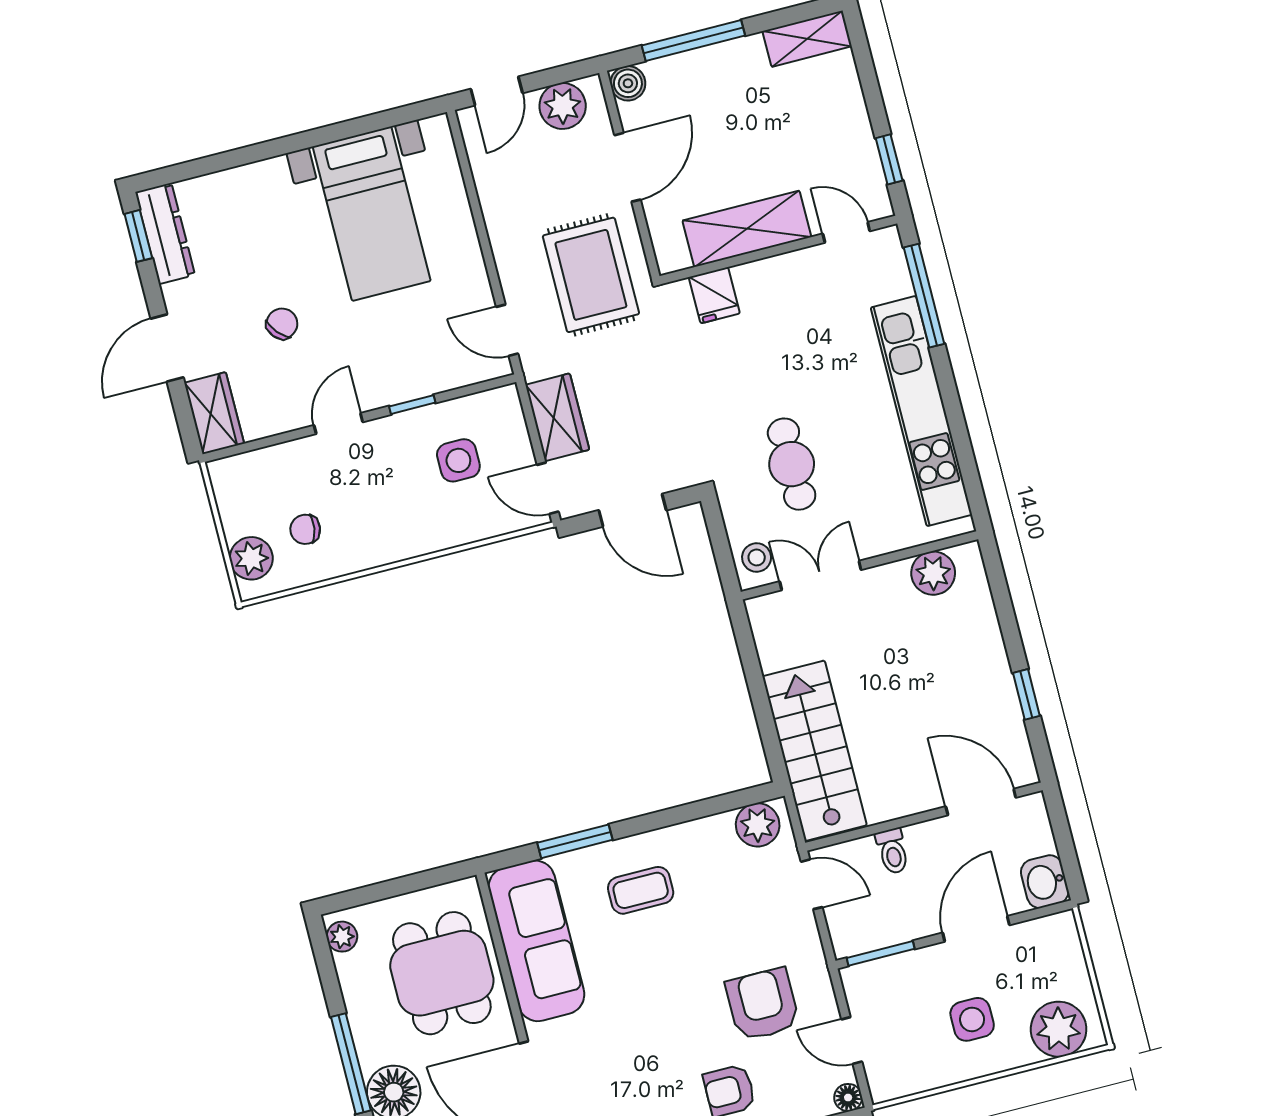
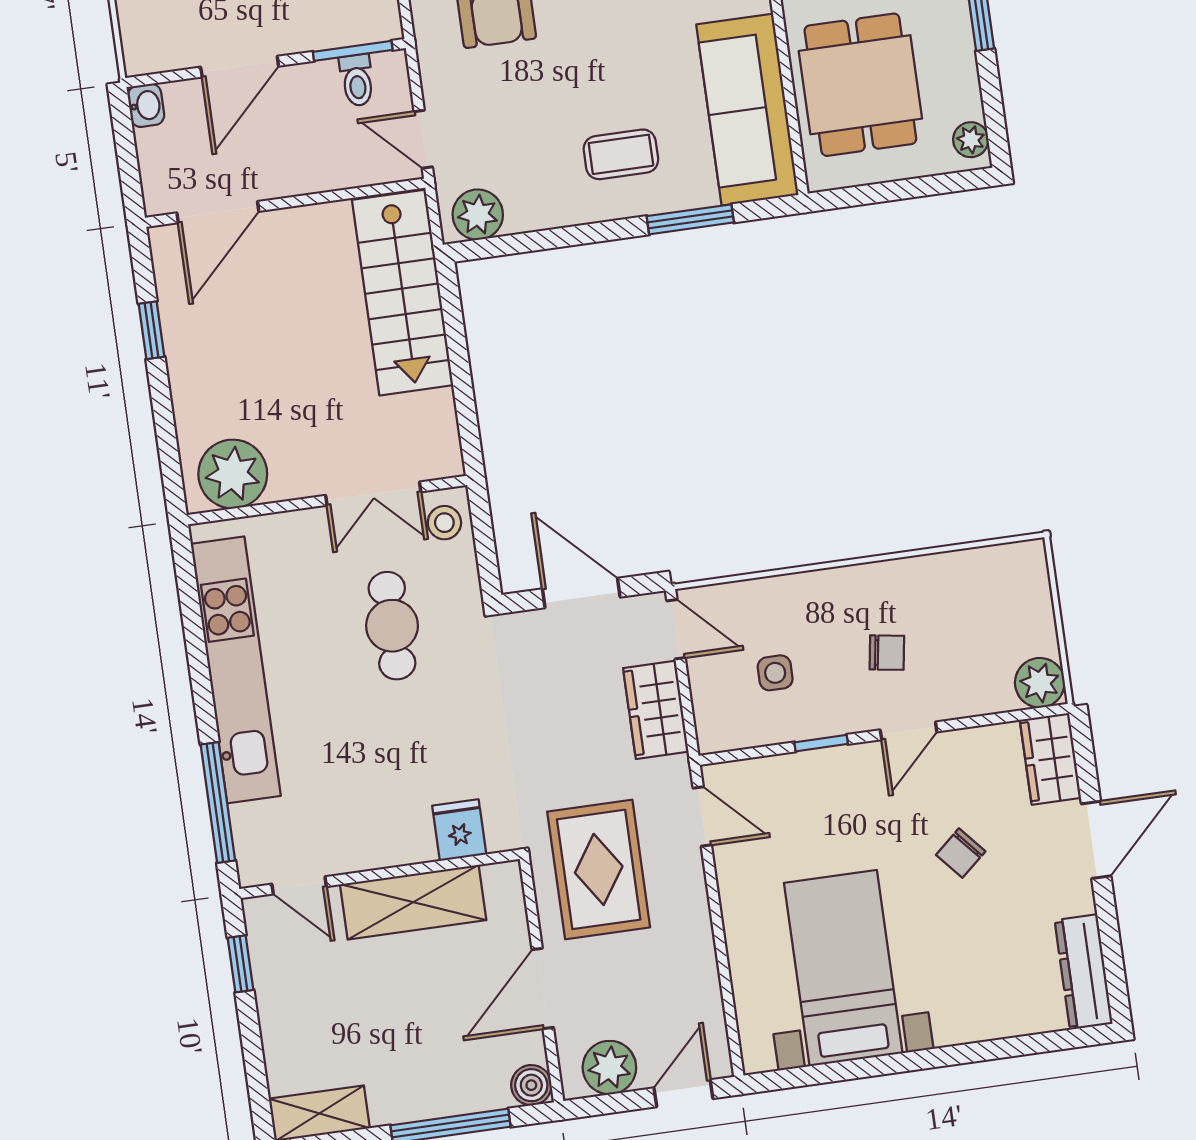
window: (138, 236) -> (1115, 973), removed
side table: (458, 460) -> (775, 673), width x0.73, depth x0.73
chair: (305, 529) -> (887, 653), moved
plant: (251, 558) -> (1040, 683), moved
plant: (933, 573) -> (233, 474), width x1.36, depth x1.36
door: (981, 802) -> (218, 212), hinge flipped
toilet: (892, 851) -> (357, 80), moved, turned 180
washbasin: (1045, 882) -> (146, 105), width x0.72, depth x0.69

